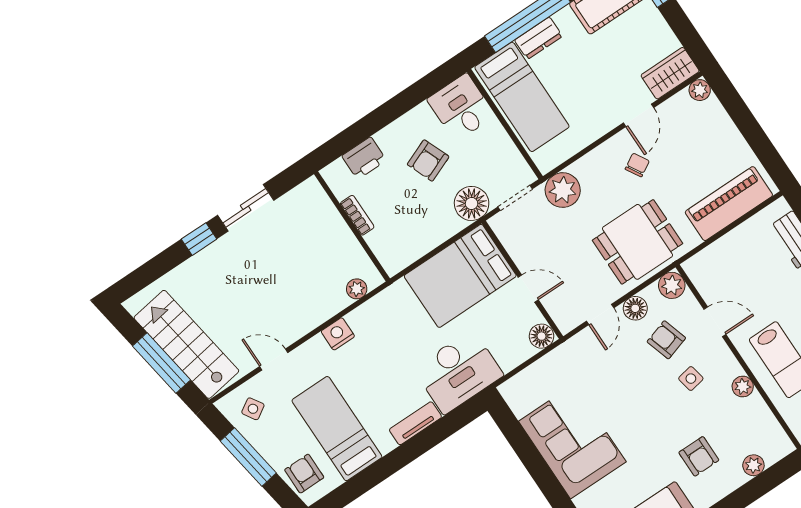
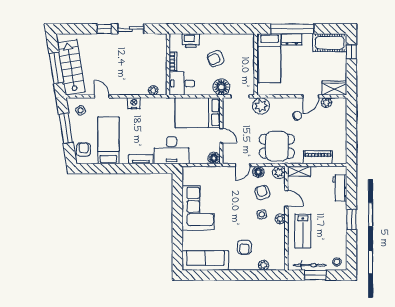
plant: (700, 90) -> (326, 103), moved
desk: (461, 107) -> (182, 83), moved, turned -90
piano: (729, 204) -> (318, 157), width x0.73, depth x0.75
shelving: (705, 260) -> (299, 171), added
plant: (743, 387) -> (280, 219), moved

